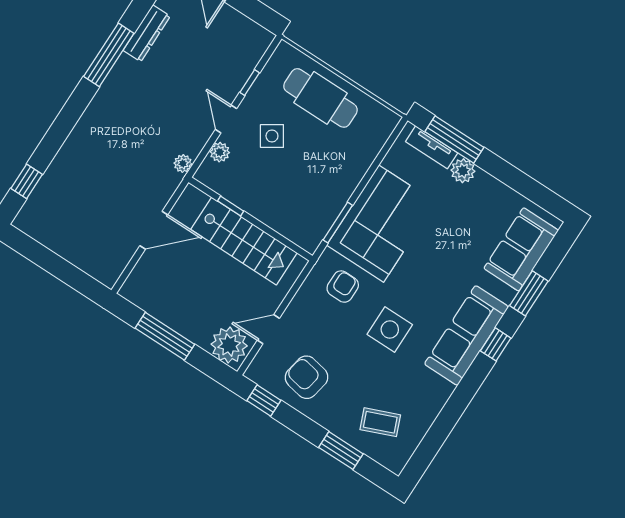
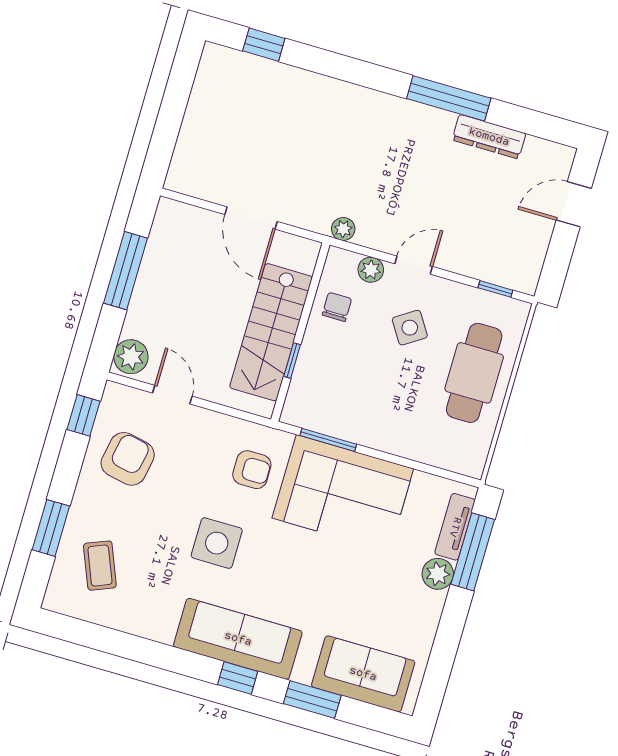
window: (250, 83) -> (495, 289), moved
chair: (240, 186) -> (337, 307), added
window: (231, 206) -> (292, 361), moved
plant: (229, 345) -> (131, 357), width x0.73, depth x0.73

